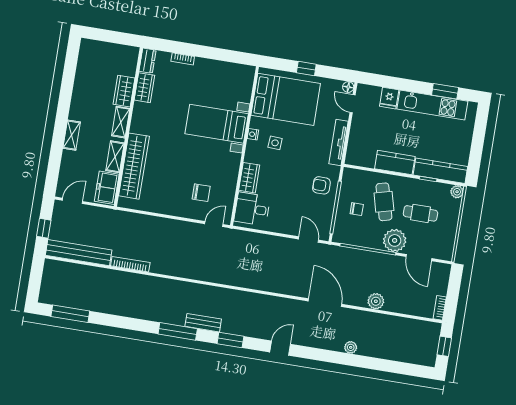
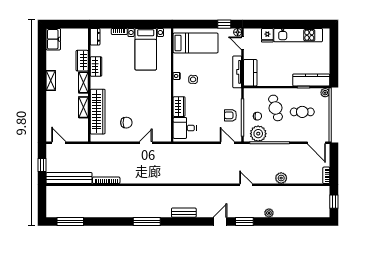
window: (306, 69) -> (224, 24), moved
wardrobe: (144, 88) -> (96, 67), moved
window: (445, 91) -> (305, 24), removed
bed: (286, 99) -> (196, 43), width x0.67
bed with nightstands: (217, 124) -> (146, 49), moved, turned -90
shelving: (72, 135) -> (51, 80), moved
kitchen counter: (395, 163) -> (250, 73), moved, turned 90
armchair: (321, 185) -> (230, 115), moved
freezer: (107, 188) -> (53, 39), moved, turned 180
chair: (201, 193) -> (126, 123), moved
door: (72, 201) -> (59, 143), hinge flipped
door: (214, 224) -> (146, 143), moved
plant: (395, 240) -> (258, 134), moved
door: (419, 258) -> (316, 143), moved
door: (325, 303) -> (246, 185), width x0.53
bench: (203, 323) -> (184, 213), moved
window: (230, 340) -> (244, 222), moved

